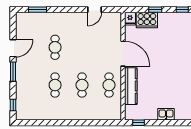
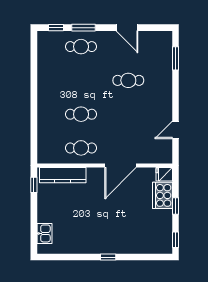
door: (95, 10) -> (176, 130), hinge flipped
window: (13, 72) -> (84, 28), moved
cafe table: (55, 85) -> (81, 47), moved
kitchen counter: (131, 86) -> (63, 175), moved
kitchen sink: (166, 114) -> (44, 233), moved

